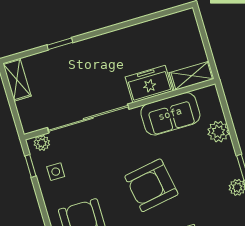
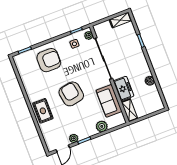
boiler: (138, 32) -> (150, 81), added

